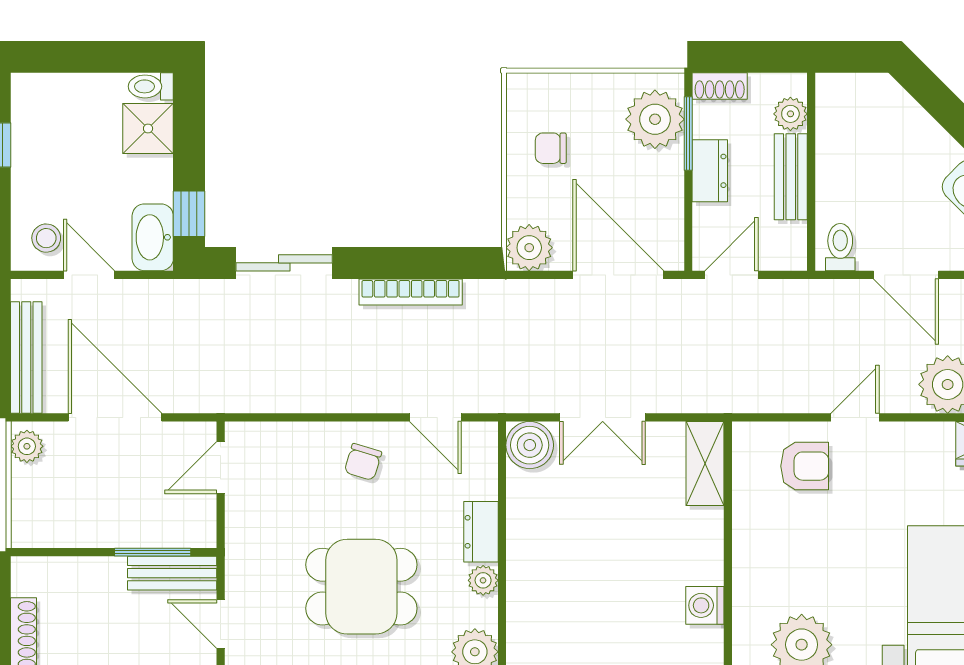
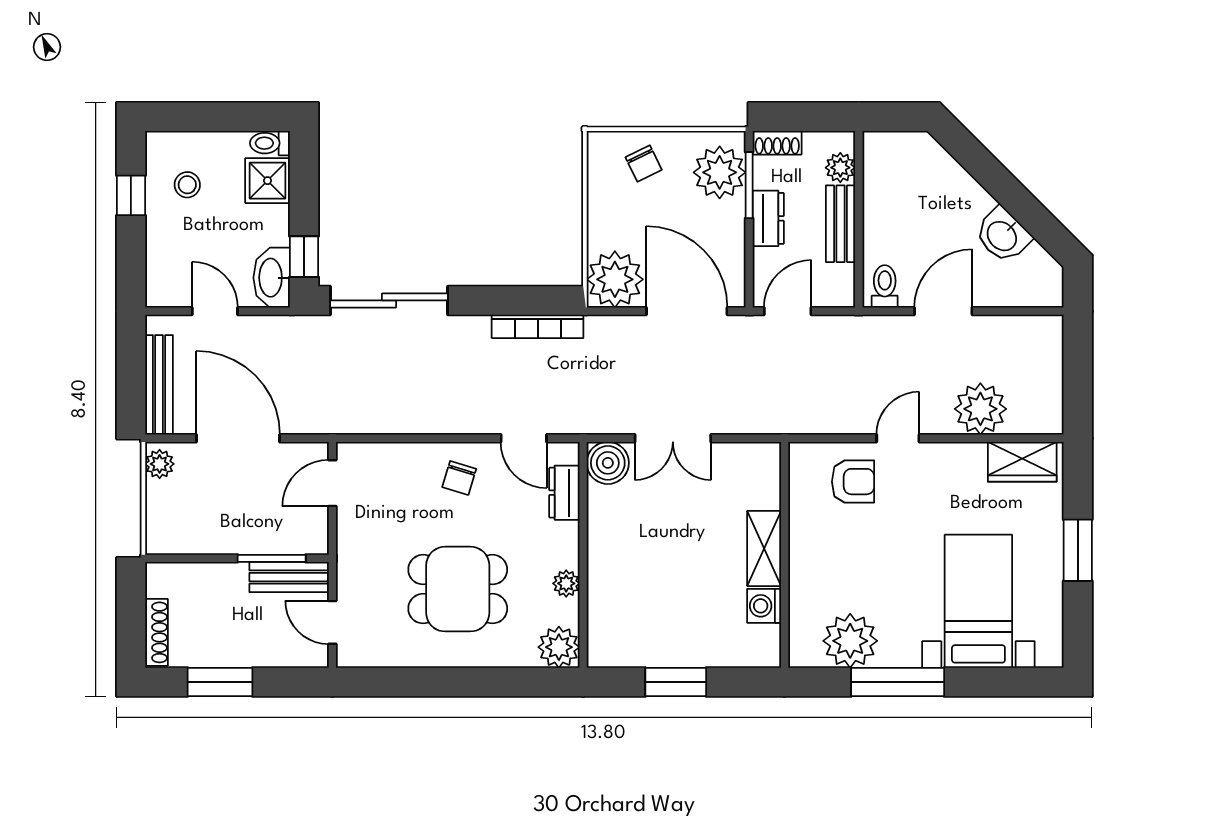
chair: (551, 148) -> (644, 164), moved, turned -116
stool: (46, 238) -> (187, 185), moved
plant: (529, 248) -> (615, 279), width x1.36, depth x1.36
sliding door: (284, 263) -> (389, 300), width x1.37
door: (906, 275) -> (943, 311), swing flipped
bookcase: (411, 292) -> (538, 326), moved
shelving: (705, 464) -> (764, 548), moved
dresser: (481, 532) -> (564, 493), moved

